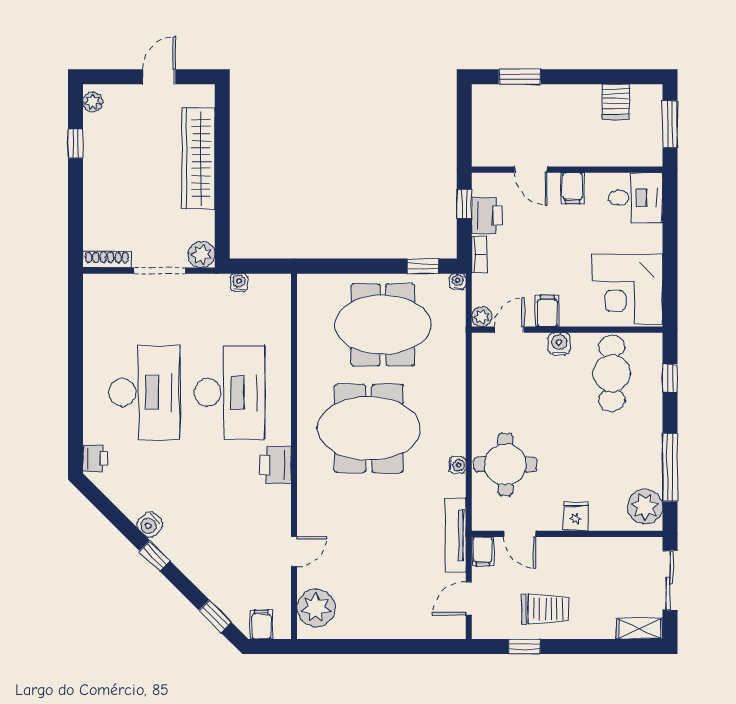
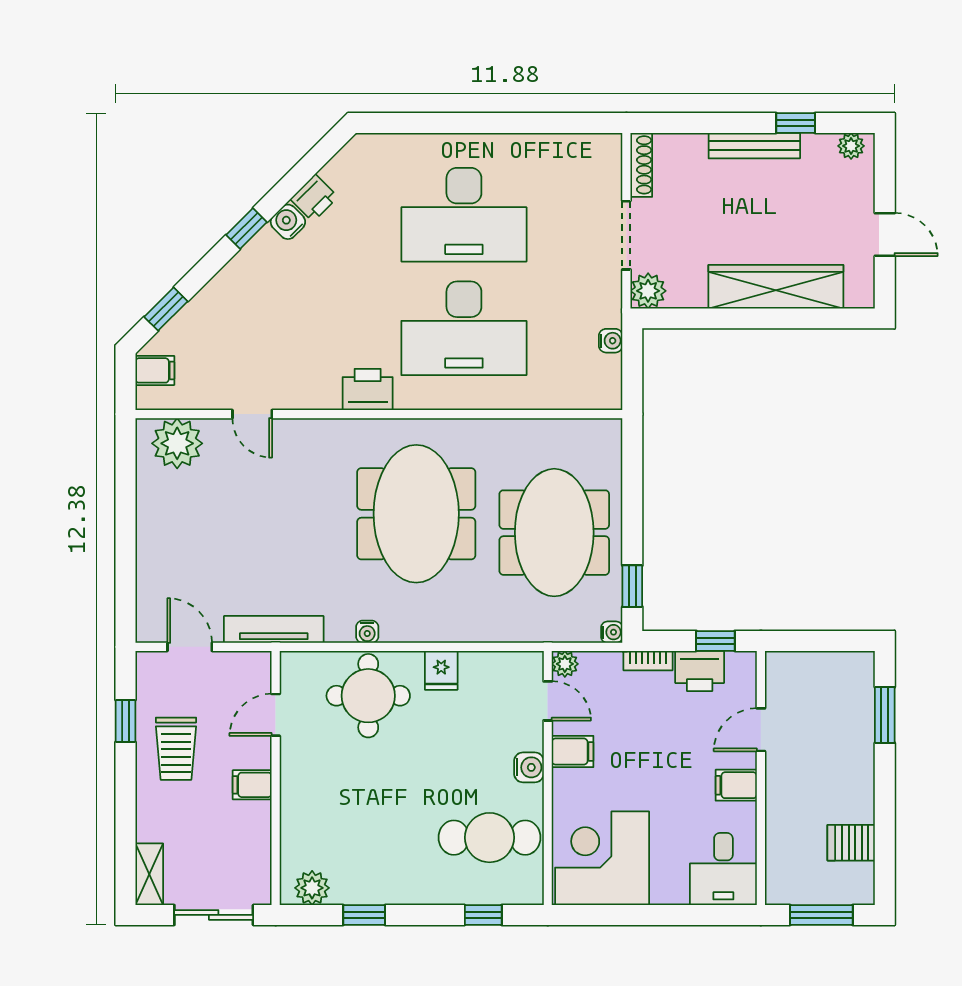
bench: (92, 175) -> (754, 146), added
printer: (95, 458) -> (314, 198), moved, turned -45
window: (670, 467) -> (364, 915), width x0.46
plant: (645, 507) -> (312, 888), width x0.73, depth x0.73
fridge: (576, 516) -> (441, 670), moved, turned 90
filing cabinet: (483, 551) -> (252, 785), moved

